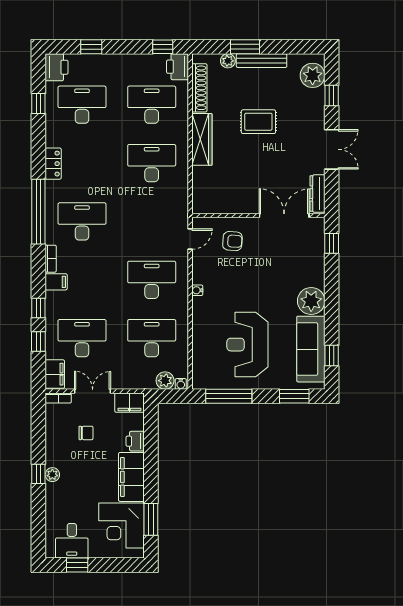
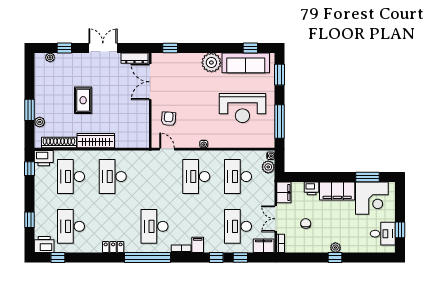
bench: (262, 61) -> (39, 98), removed
plant: (313, 75) -> (50, 57), width x0.53, depth x0.53
window: (38, 103) -> (58, 258), moved

